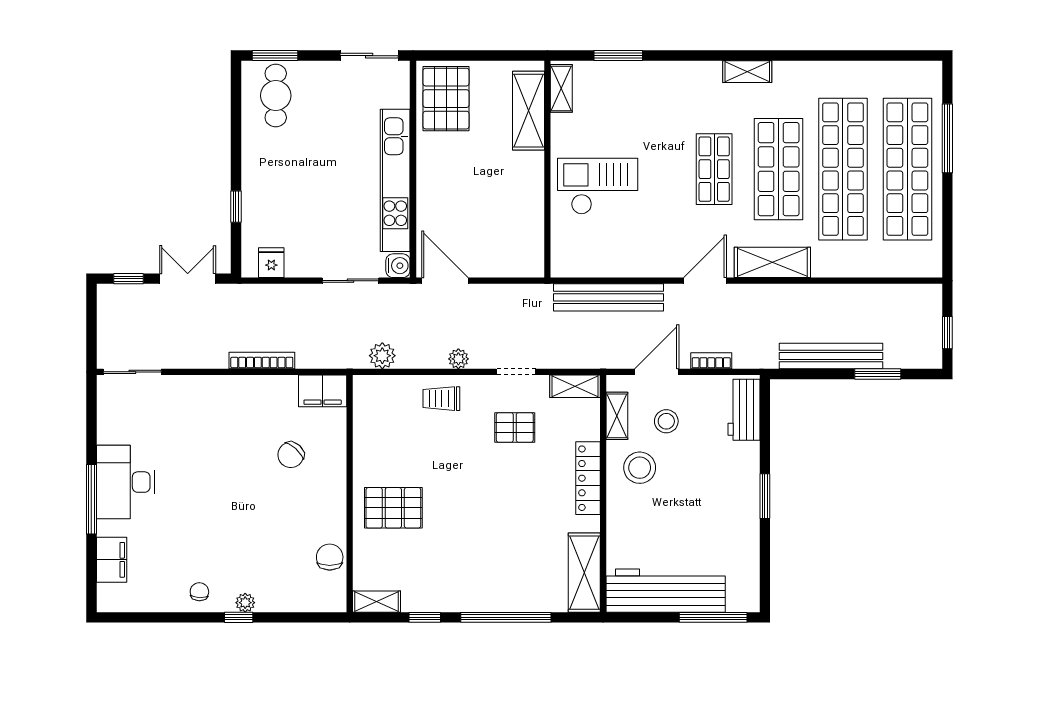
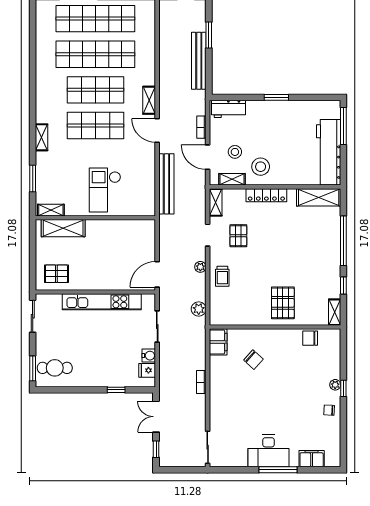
shelving: (747, 72) -> (42, 137), moved
pallet: (446, 99) -> (56, 274), width x0.67, depth x0.71
shop shelf: (714, 169) -> (95, 125), width x1.43, depth x1.36
shelving: (772, 262) -> (149, 100), width x0.67, depth x0.75
water cooler: (398, 266) -> (149, 356), moved, turned 90
bookcase: (262, 361) -> (201, 382), width x0.64

